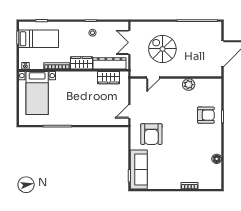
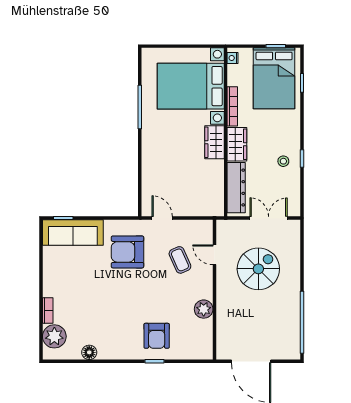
bed: (39, 39) -> (274, 78), width x1.50
wardrobe: (108, 78) -> (214, 142), moved
bed with nightstands: (37, 93) -> (191, 86), width x1.36
coffee table: (157, 100) -> (180, 260), added
plant: (206, 182) -> (54, 336), added

